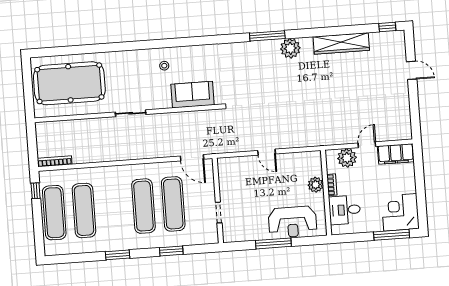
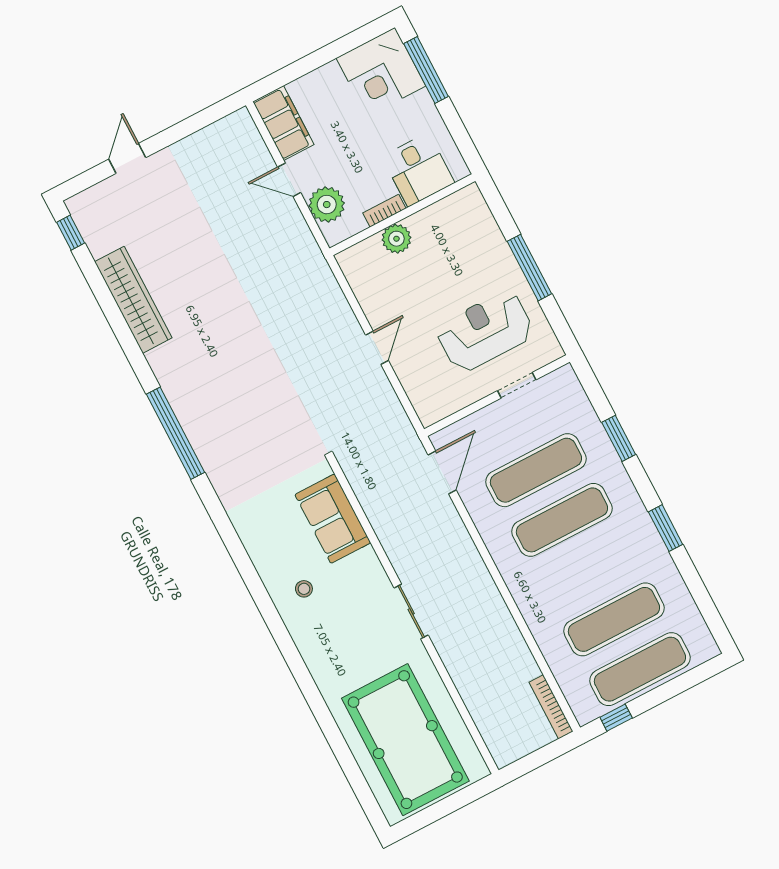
window: (267, 36) -> (175, 433), width x1.46
plant: (290, 48) -> (180, 384), removed
reception desk: (292, 222) -> (485, 331), moved, turned -90

